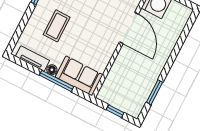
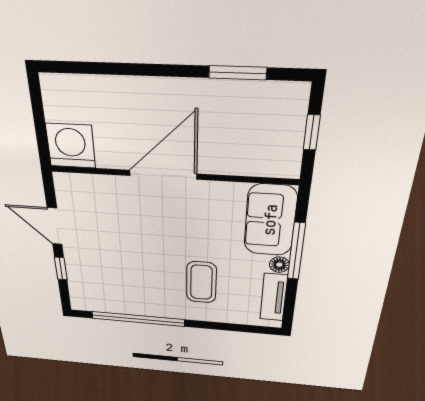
coffee table: (57, 26) -> (201, 282), turned 90
door: (129, 28) -> (163, 175), moved

